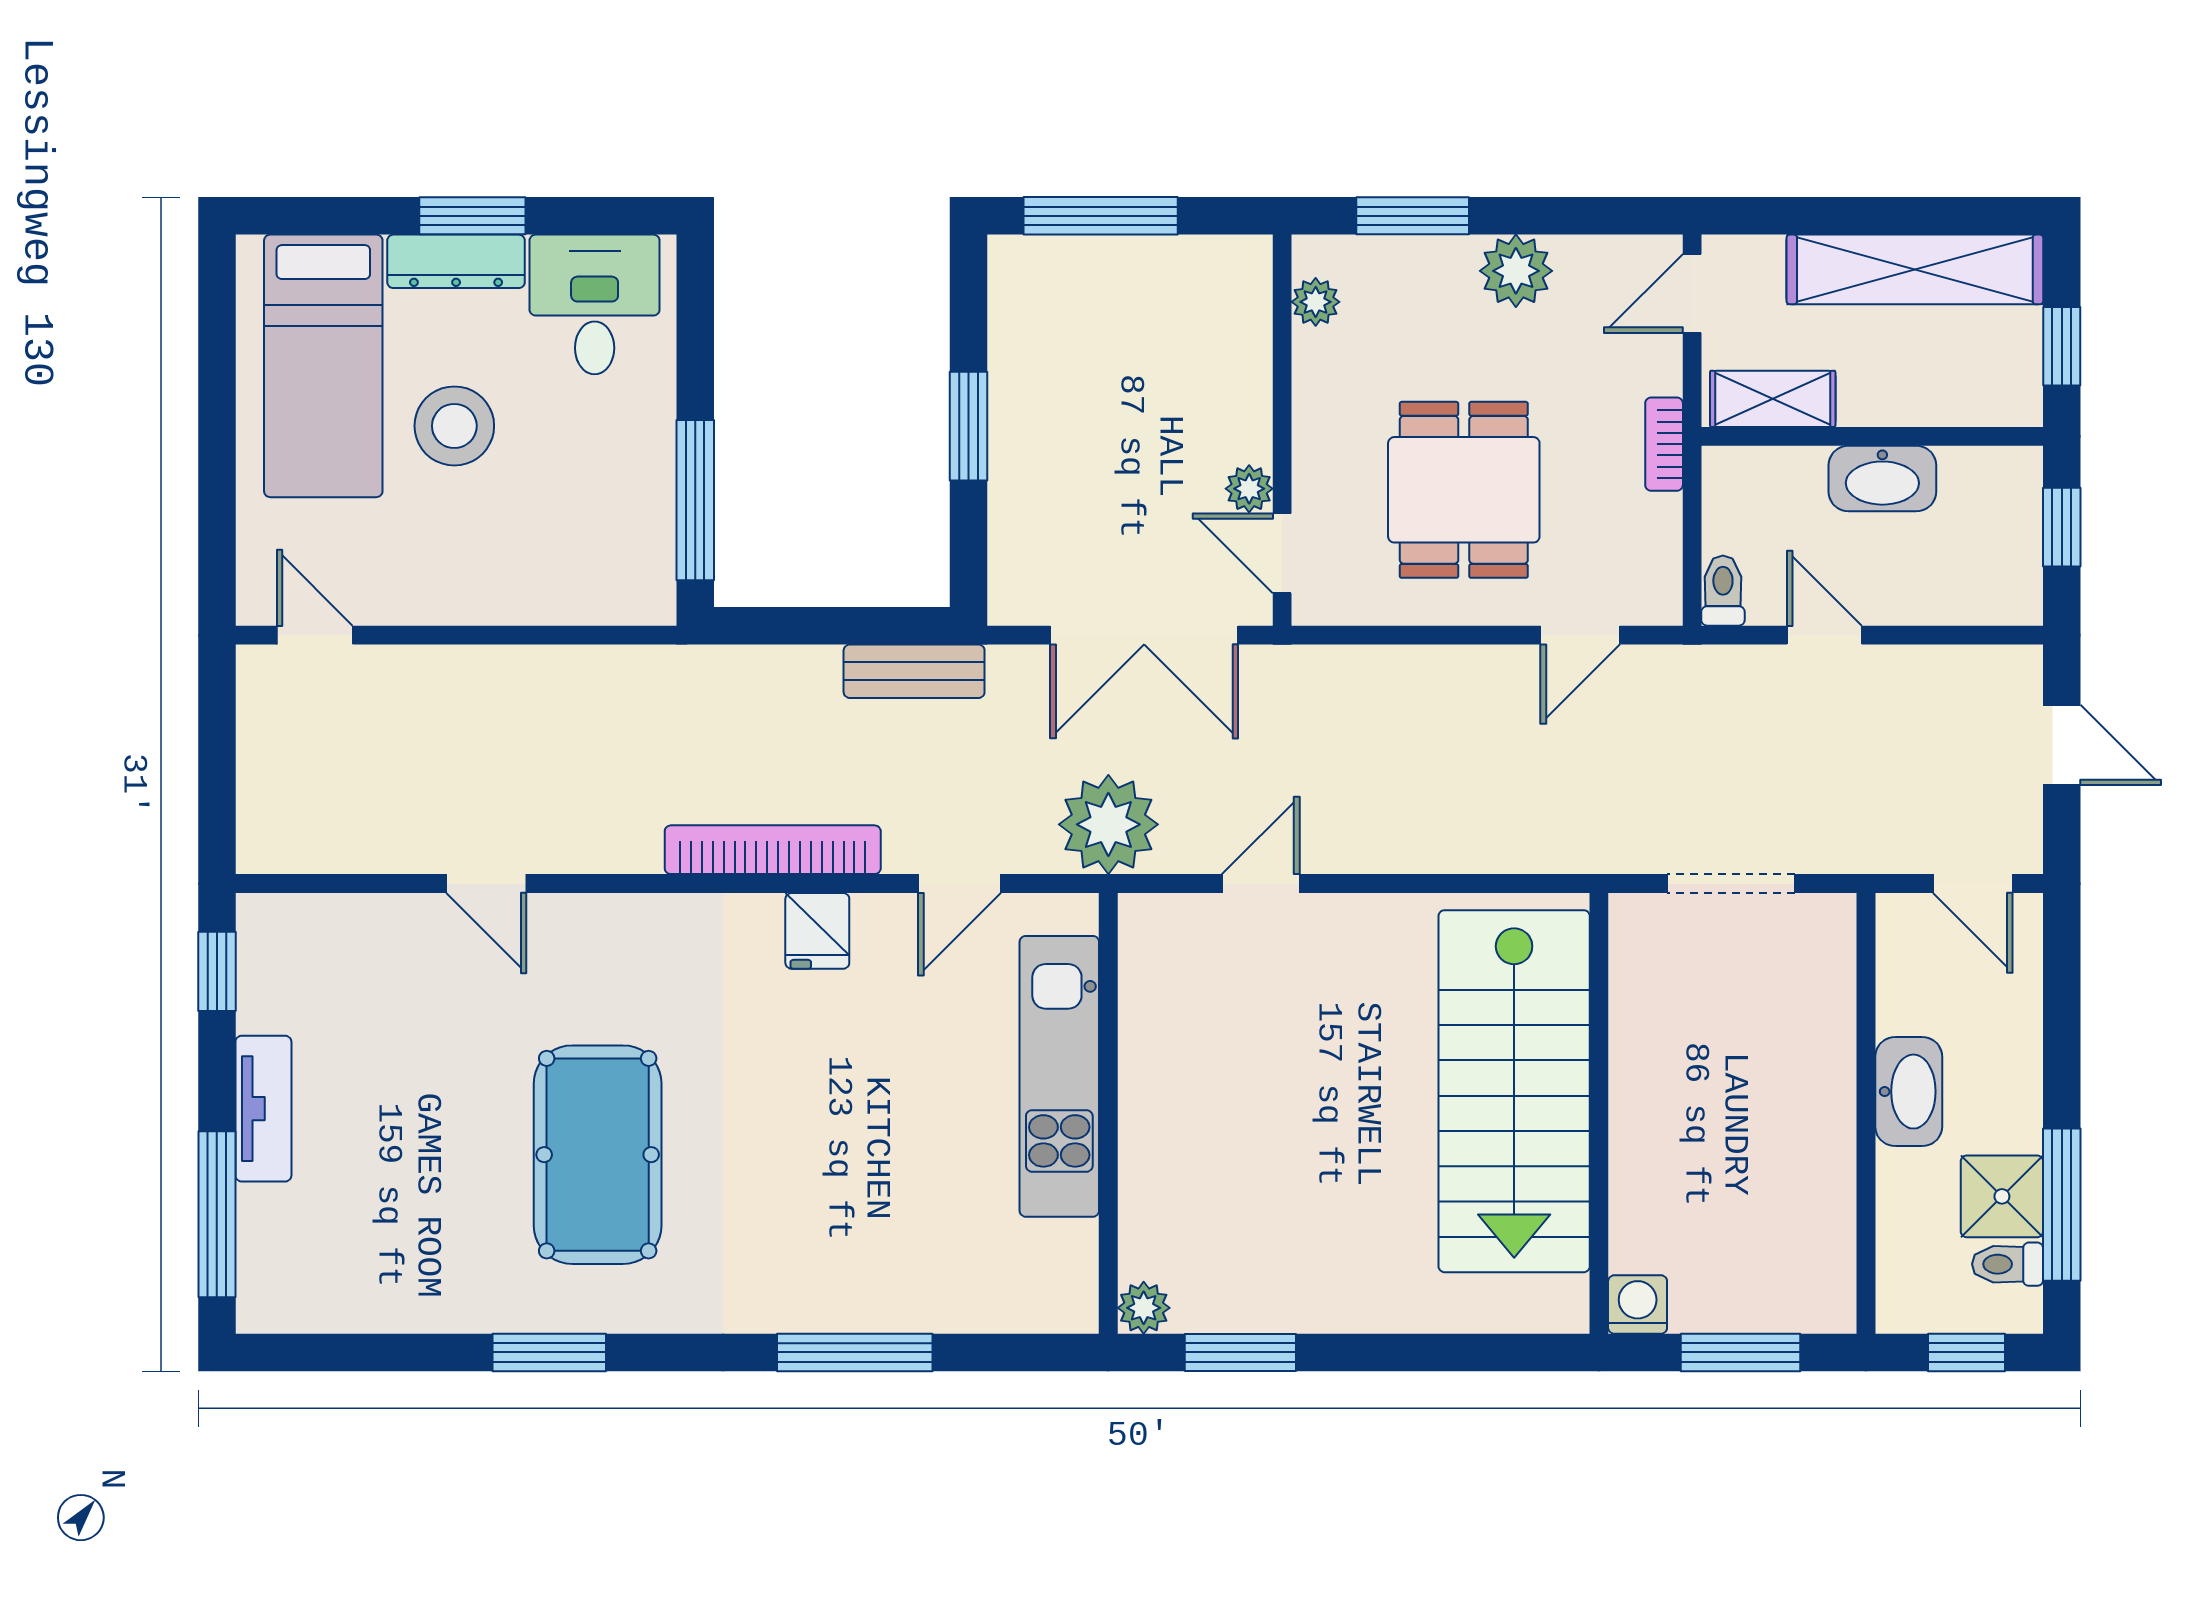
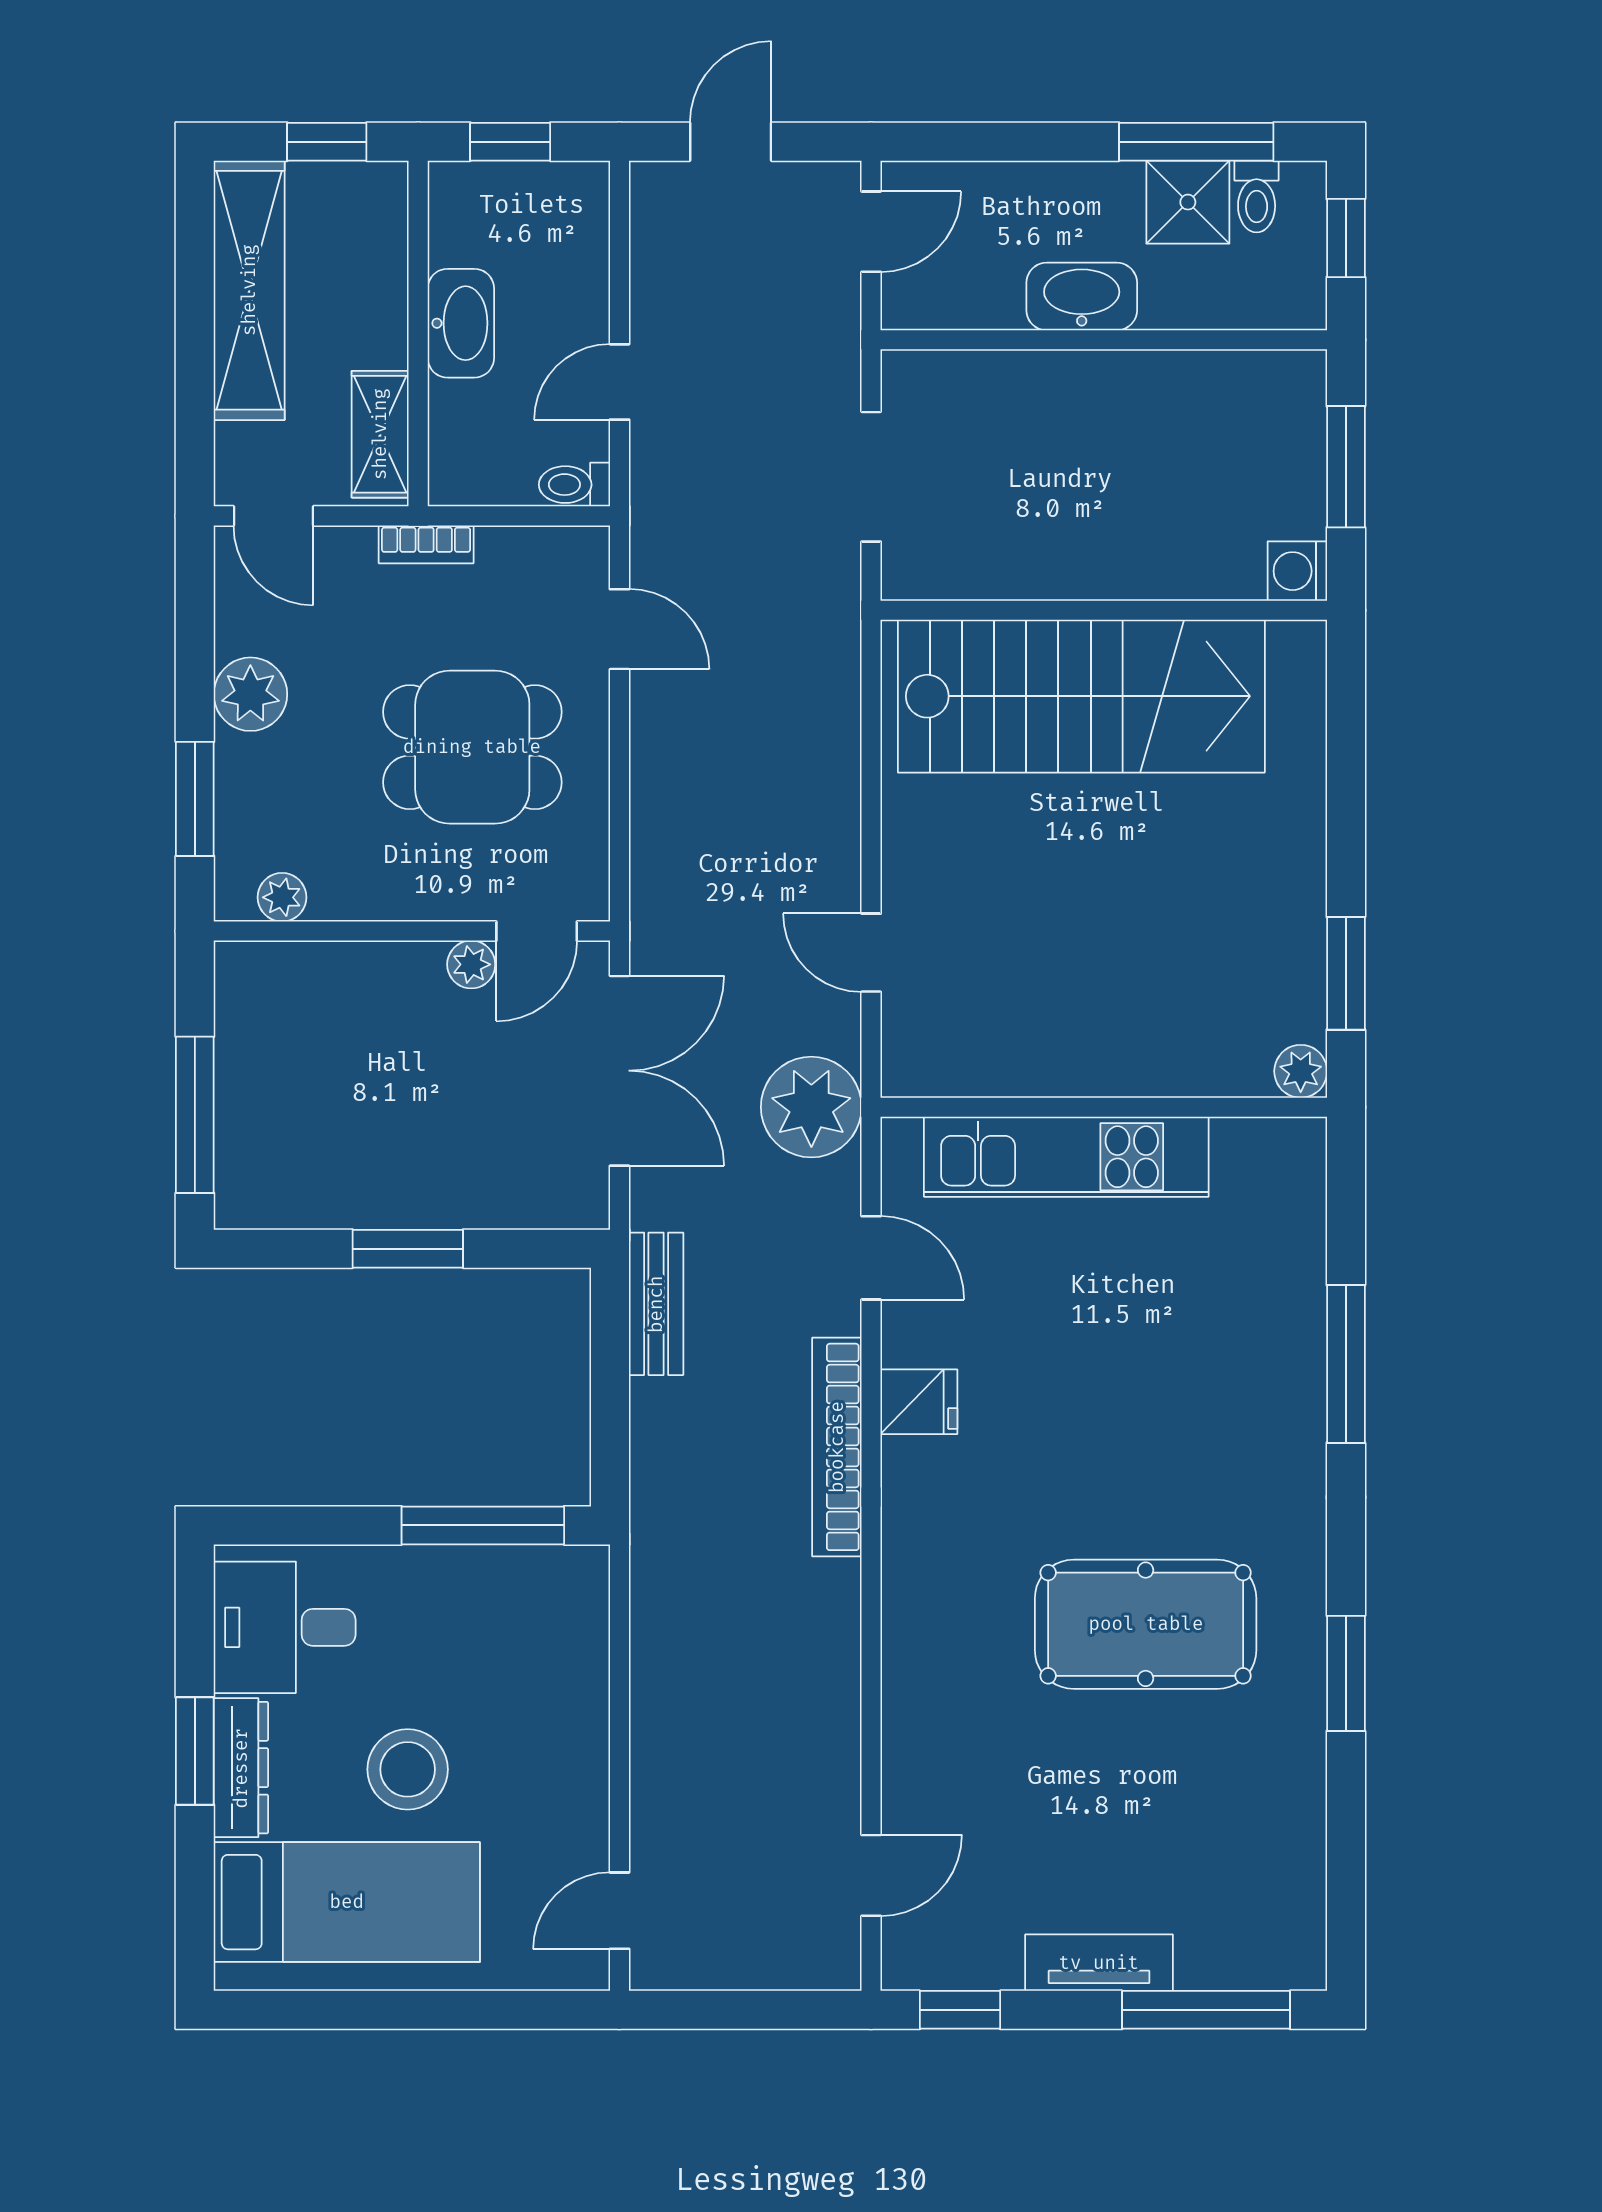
door: (486, 884) -> (871, 1875), moved

